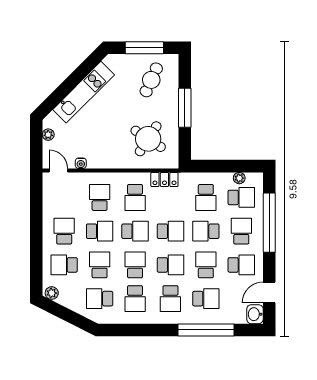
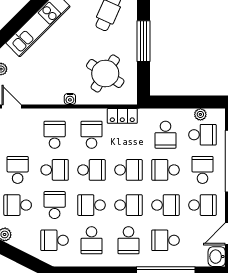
water cooler: (81, 163) -> (70, 99), moved
school desk: (135, 197) -> (92, 135), turned 180
school desk: (135, 265) -> (92, 205), turned -90
school desk: (206, 265) -> (166, 205), turned 90
school desk: (206, 299) -> (166, 240), turned 180

